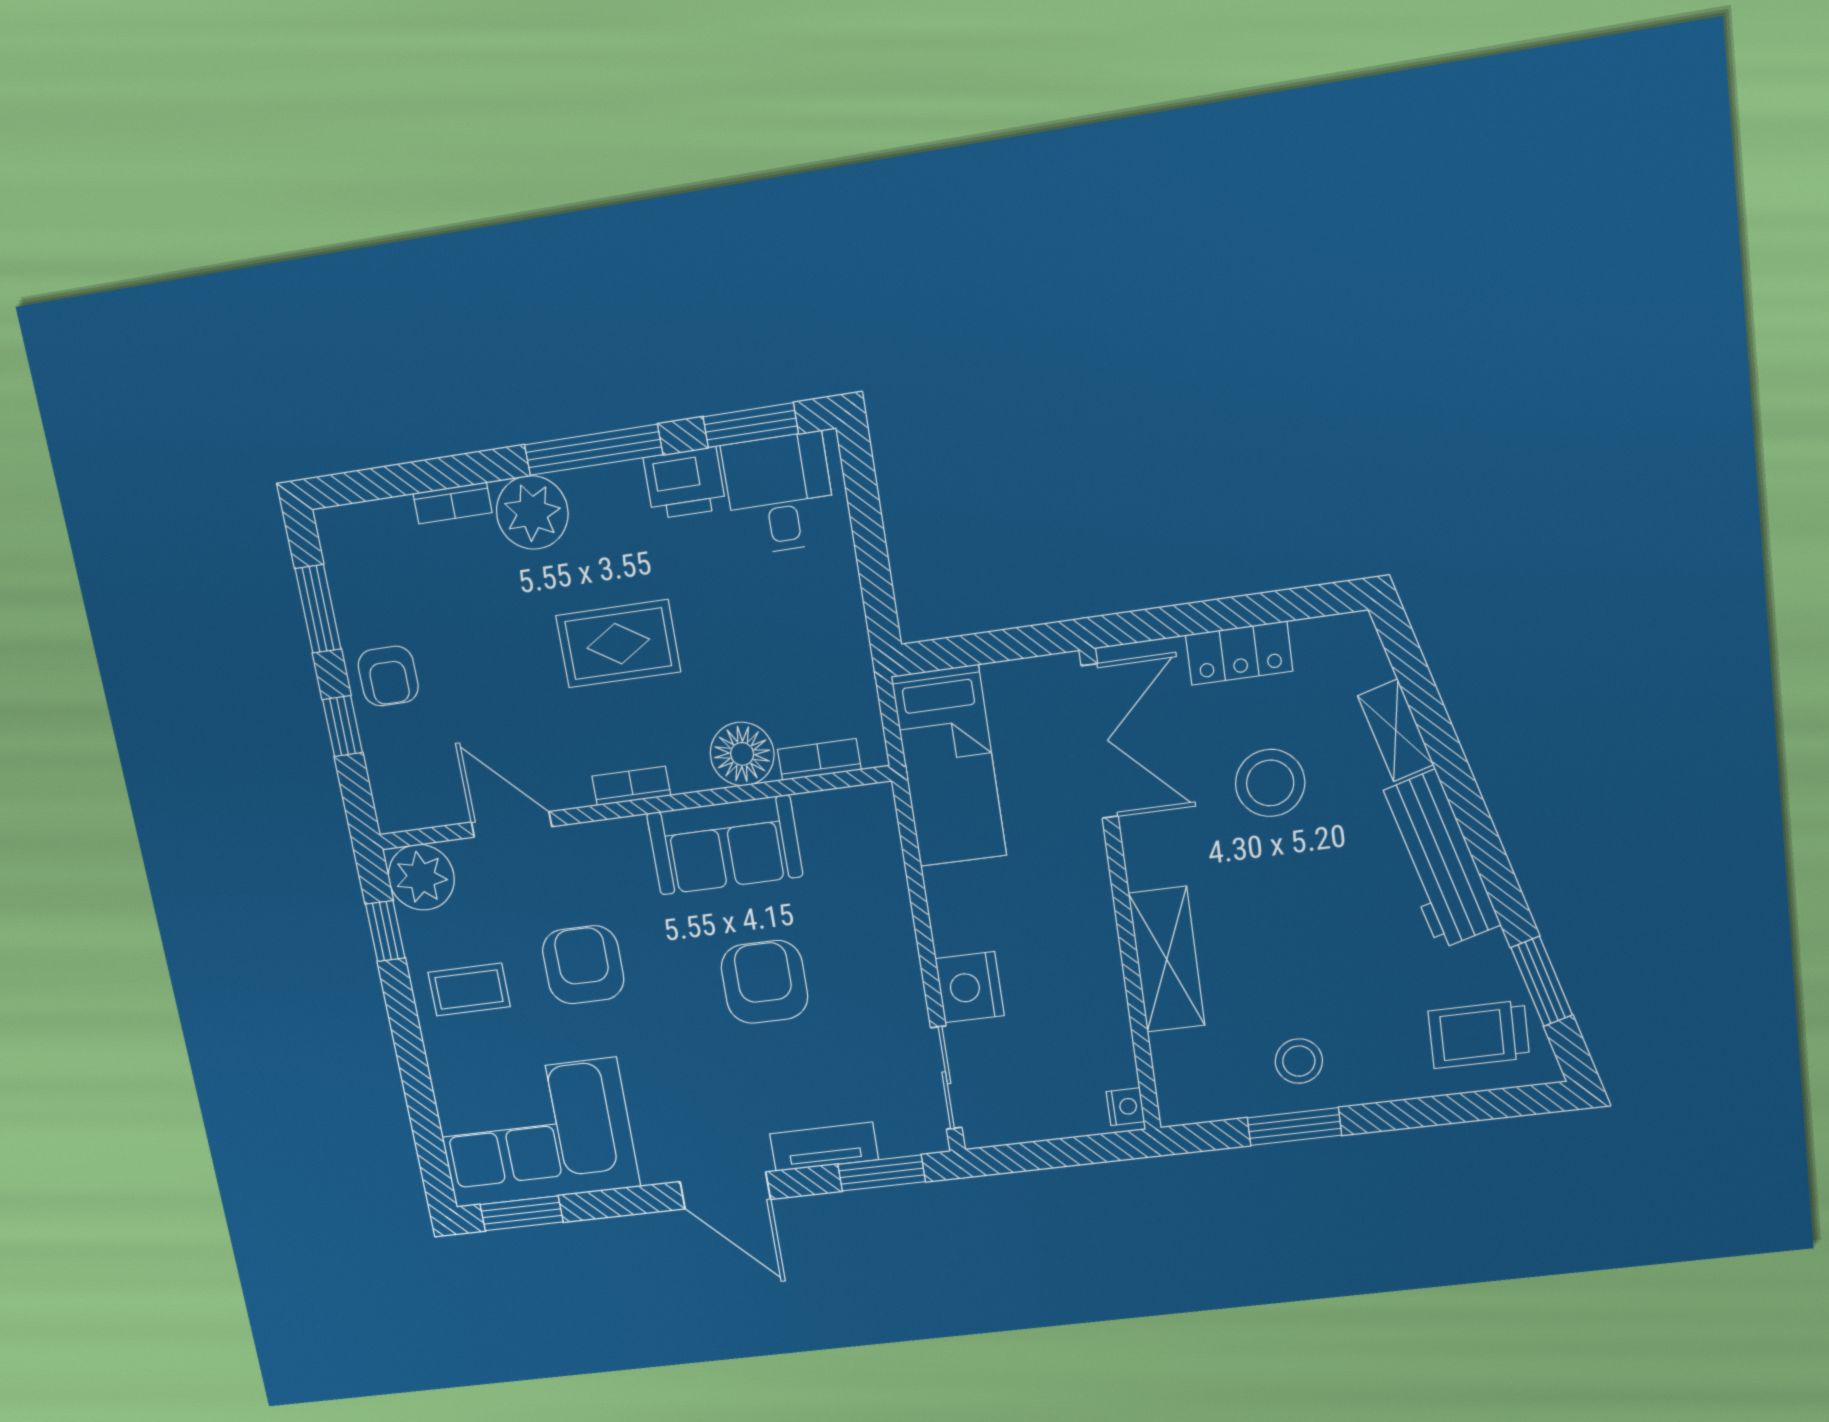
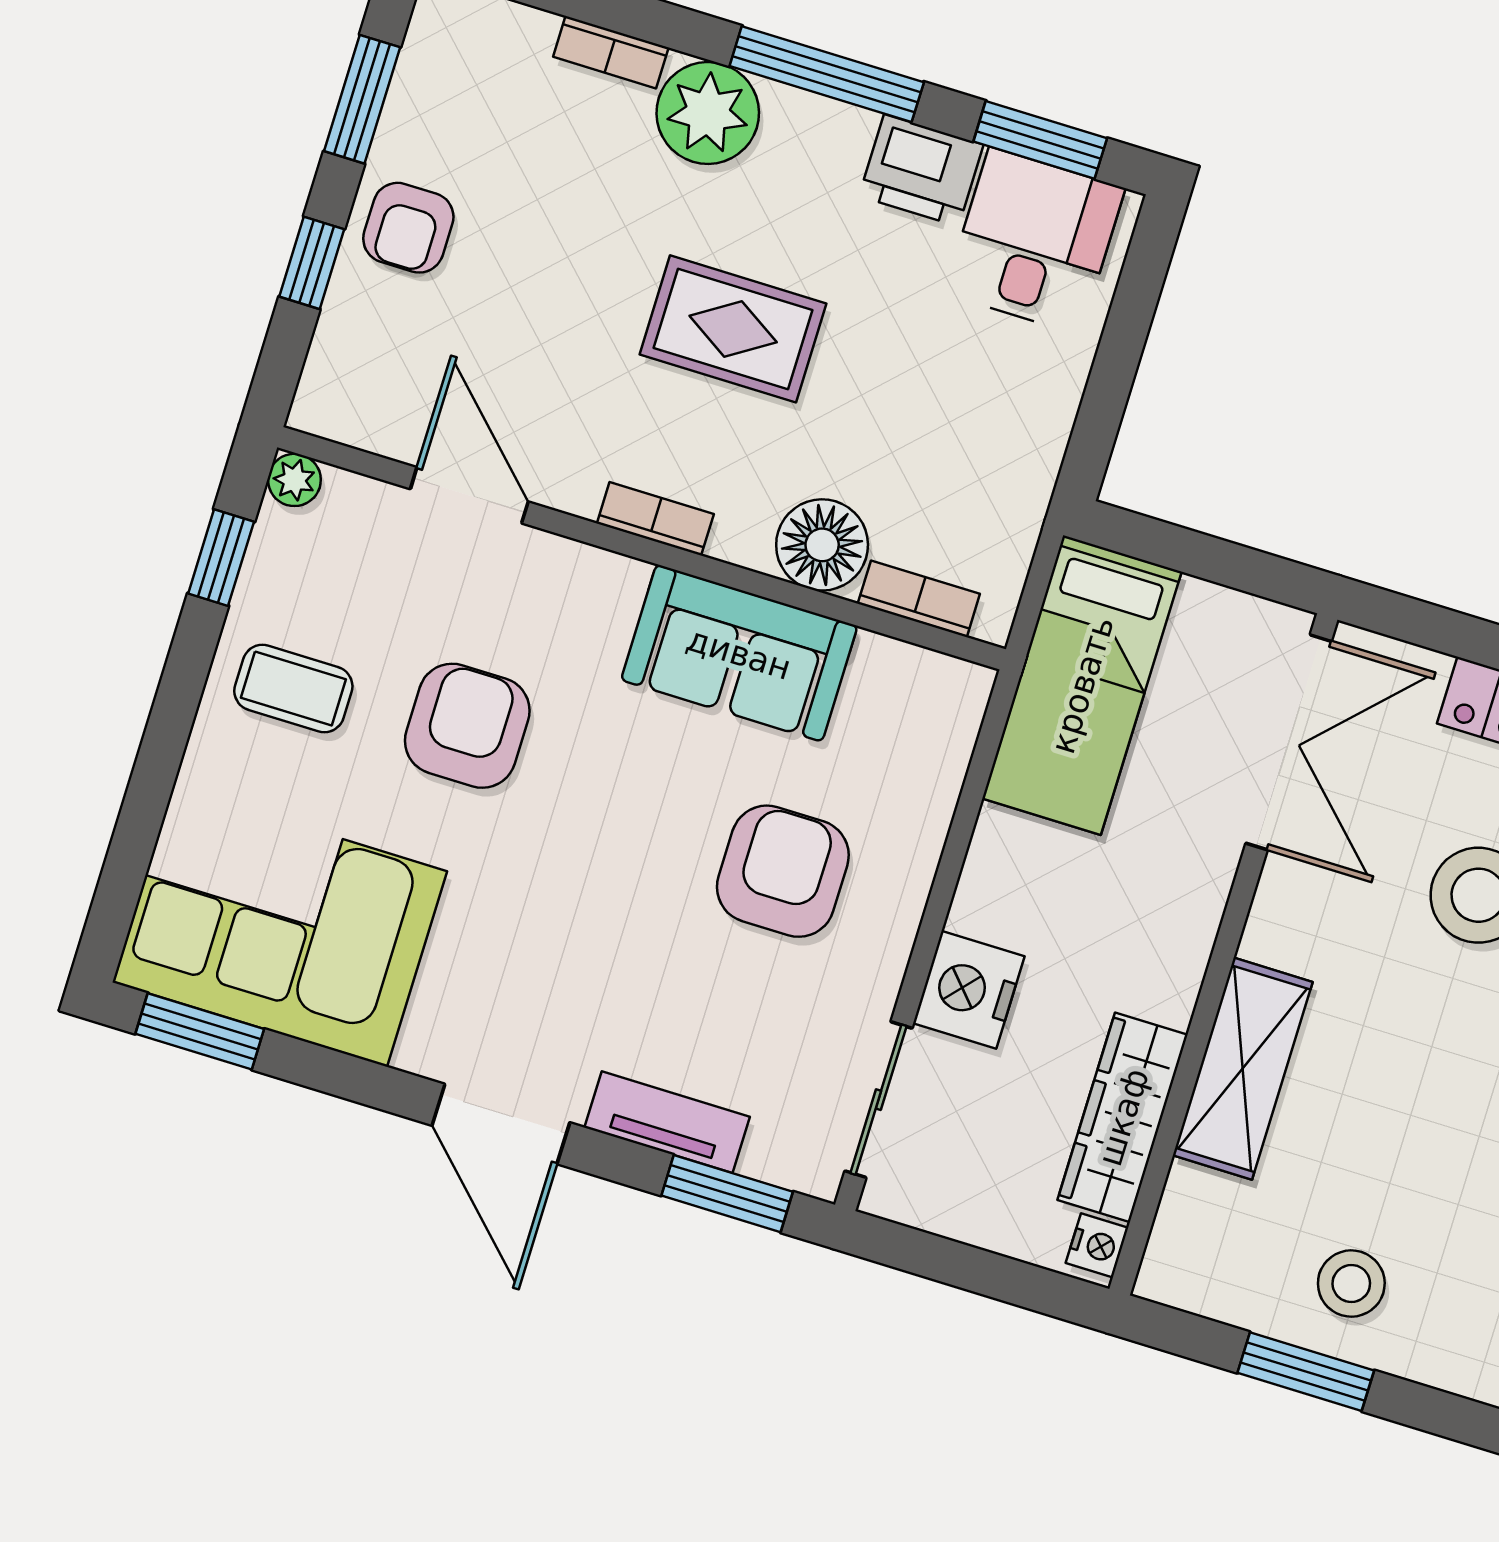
plant: (421, 877) -> (294, 480), width x0.53, depth x0.53
armchair: (764, 982) -> (783, 871), moved
wardrobe: (1104, 1022) -> (1123, 1117), added

